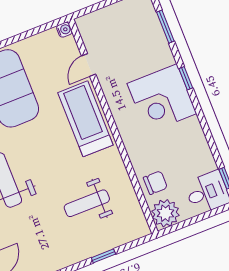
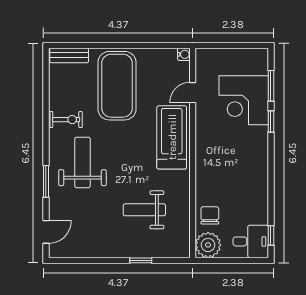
window: (186, 78) -> (271, 121), moved
corner desk: (162, 98) -> (244, 100), moved
chair: (155, 183) -> (210, 215), turned -90

